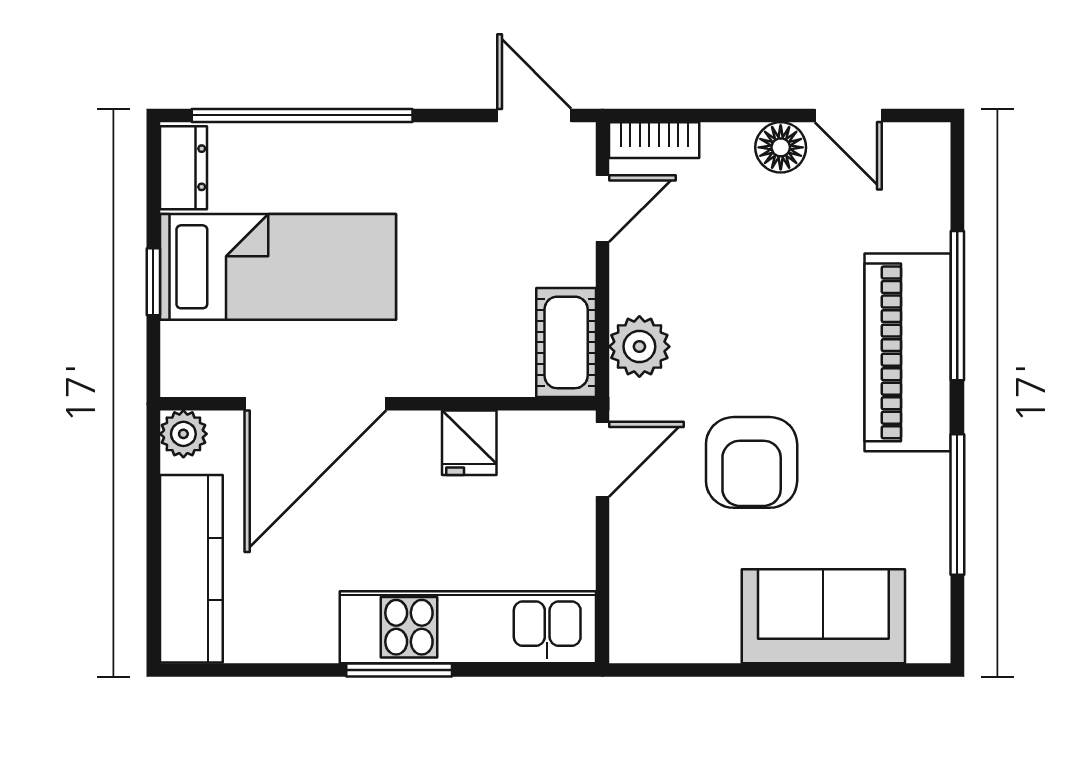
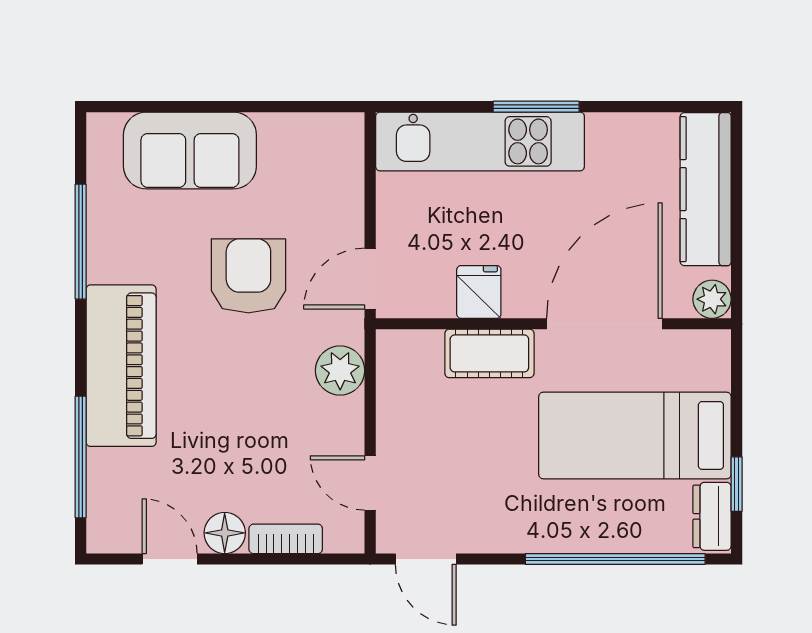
bookcase: (654, 140) -> (286, 539), moved
door: (602, 209) -> (370, 483), hinge flipped
window: (153, 282) -> (737, 484), moved
window: (957, 306) -> (81, 457), moved
cot: (566, 342) -> (489, 353), moved, turned 90

